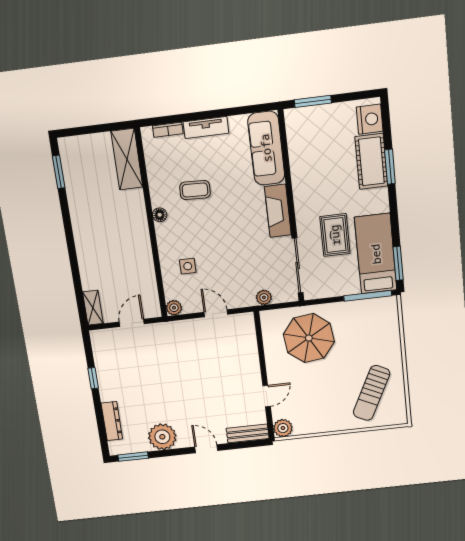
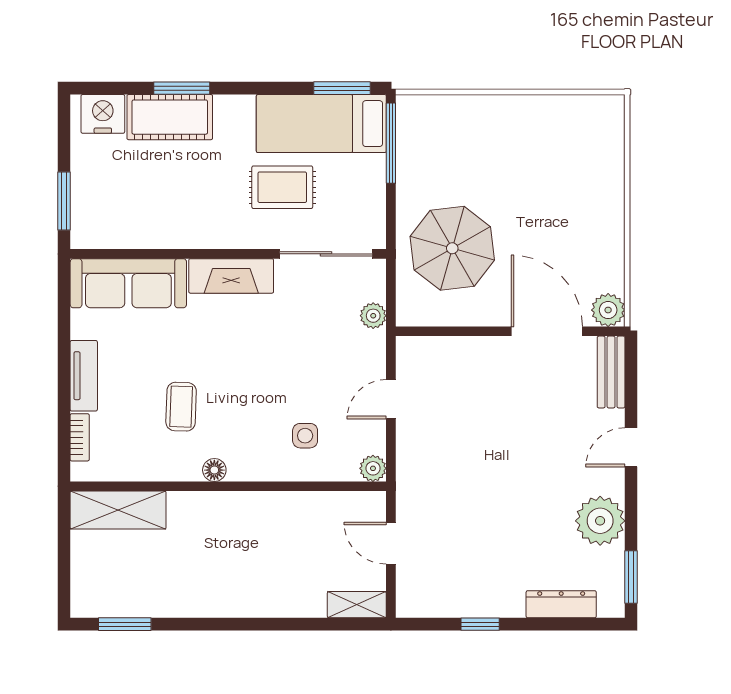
sun lounger: (372, 393) -> (562, 152), removed
door: (267, 396) -> (547, 331), width x1.88

